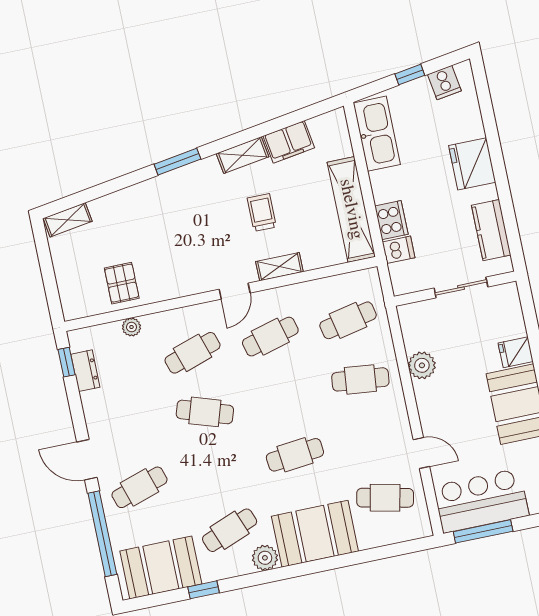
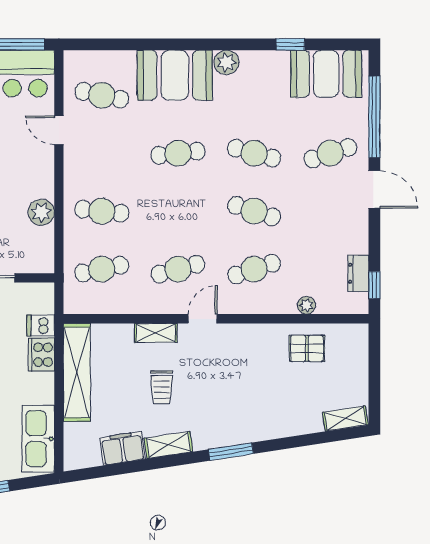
pallet: (122, 283) -> (307, 348), turned 90
cafe table: (230, 530) -> (254, 153), moved, turned 36

